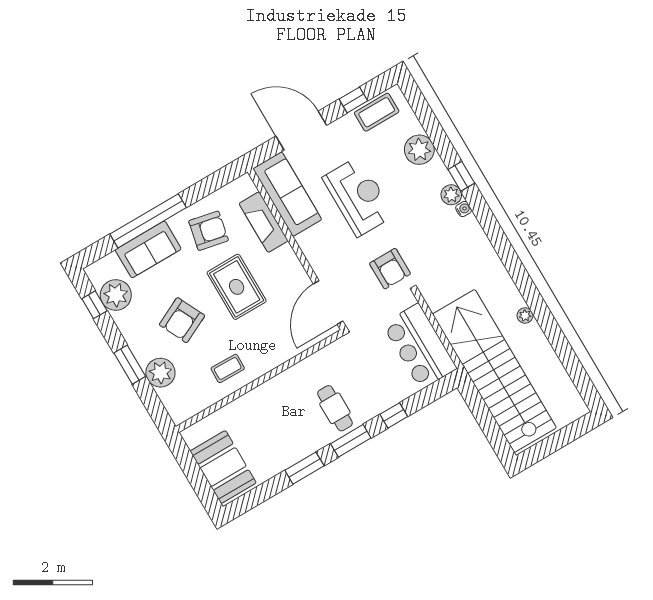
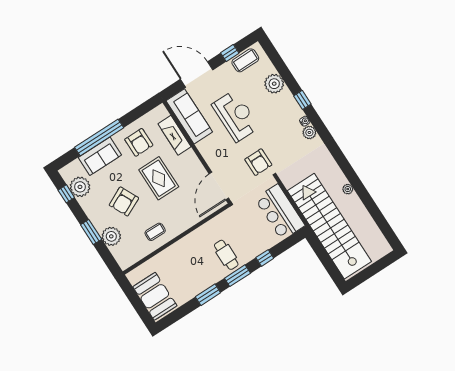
plant: (451, 195) -> (309, 132), moved
armchair: (209, 231) -> (139, 142), turned 78

